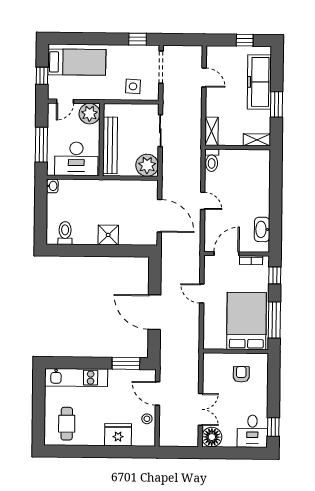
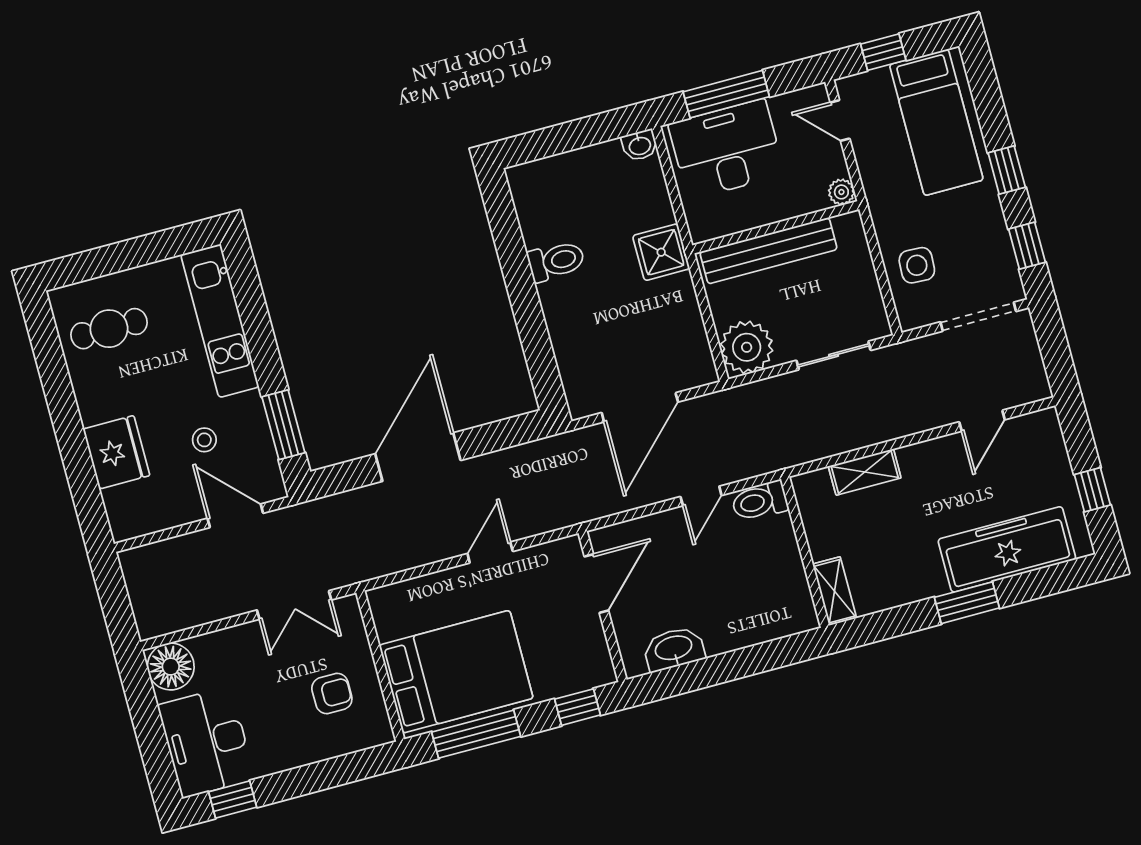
window: (104, 39) -> (1007, 170), added
plant: (90, 114) -> (841, 192), width x0.53, depth x0.53
shelving: (257, 140) -> (835, 591), moved
wall: (238, 148) -> (805, 552), moved
desk: (76, 159) -> (726, 149), moved, turned 90
toilet: (212, 160) -> (760, 501), moved
toilet: (65, 233) -> (556, 261), moved
shower: (108, 235) -> (661, 252), moved
door: (226, 254) -> (596, 583), hinge flipped
bookcase: (251, 260) -> (597, 644), removed
door: (158, 393) -> (235, 516), hinge flipped
double door: (200, 409) -> (294, 605), moved
stool: (147, 419) -> (204, 440), moved
desk: (252, 431) -> (206, 742), width x1.37

